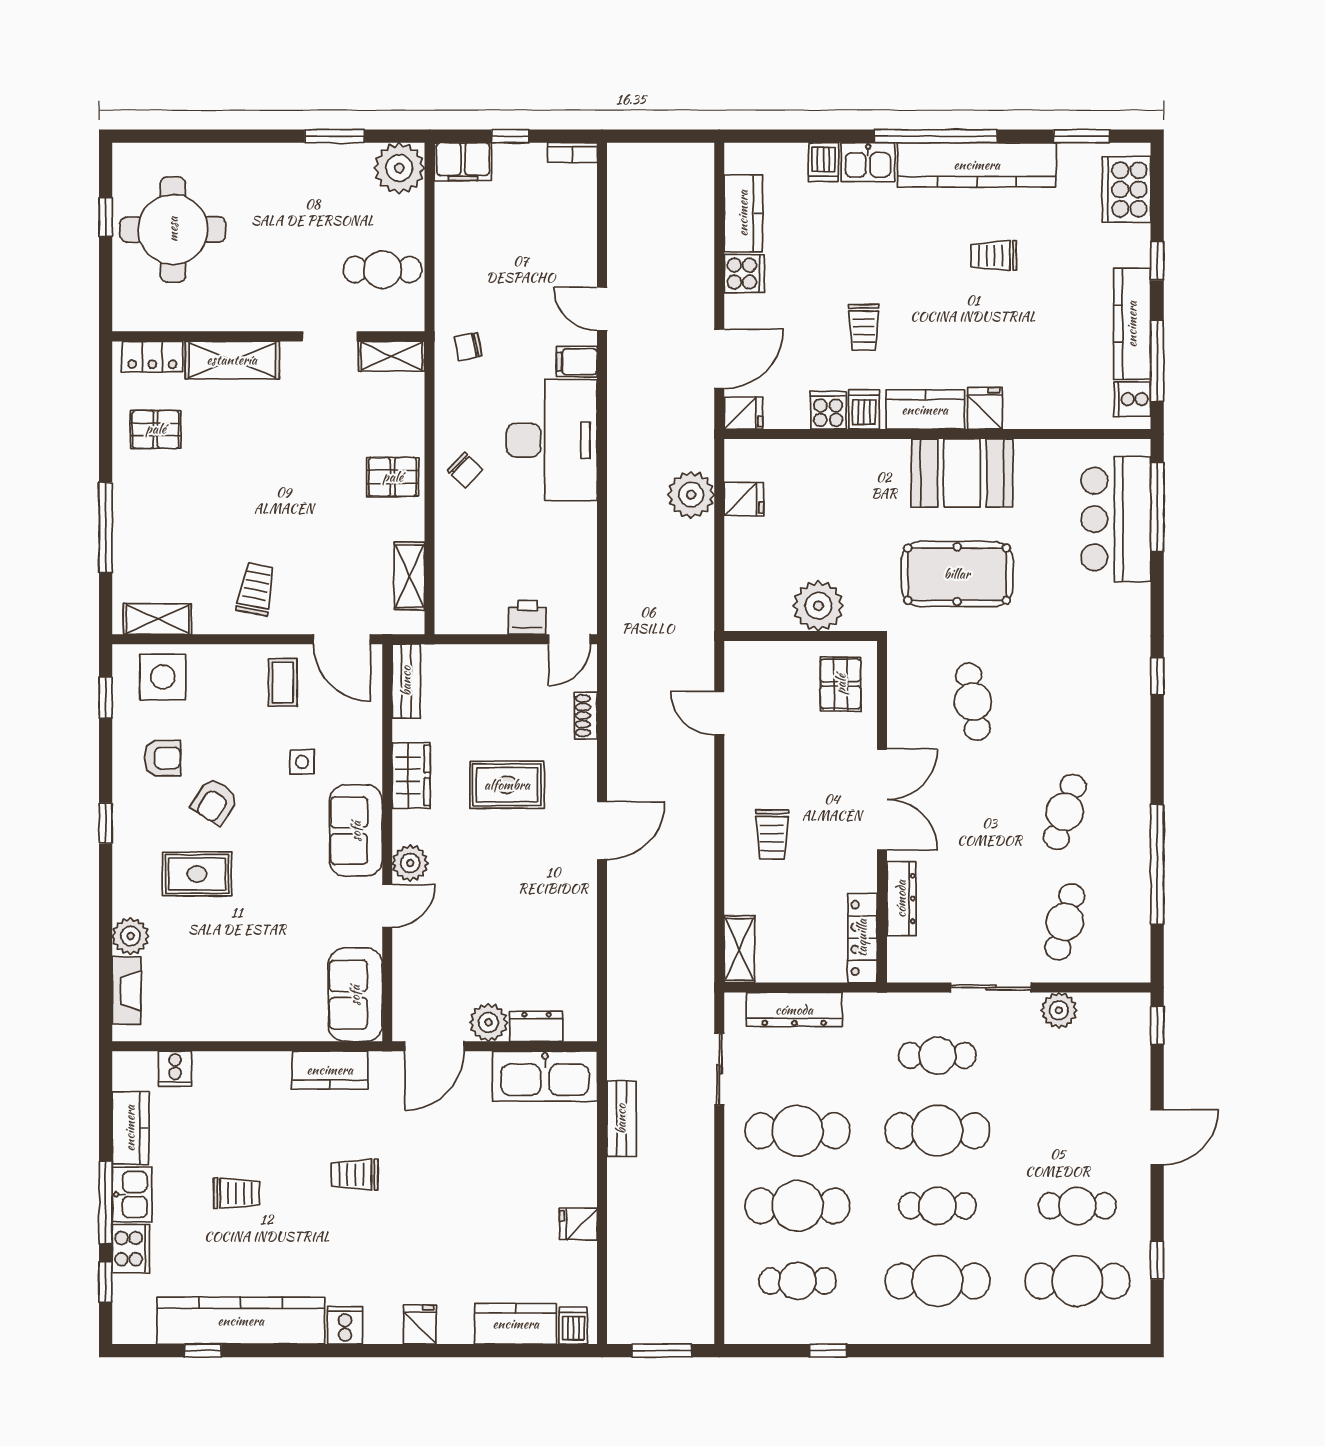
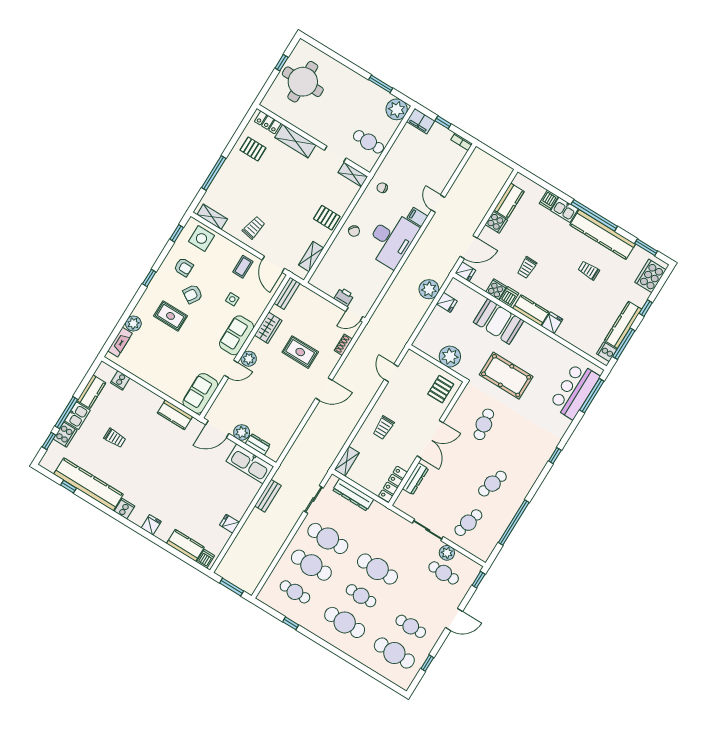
booth: (962, 473) -> (499, 321), moved
cafe table: (937, 1055) -> (444, 573), moved
trolley: (355, 1175) -> (161, 457), removed

